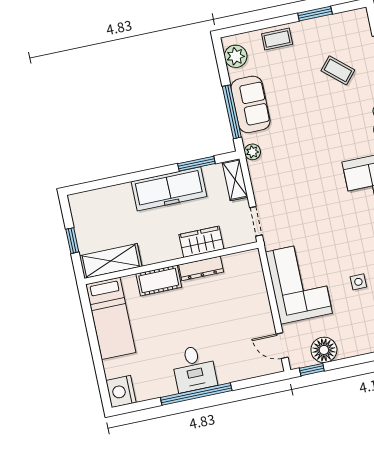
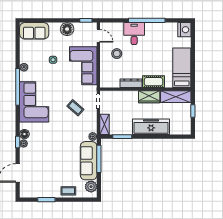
coffee table: (338, 70) -> (75, 108), moved
sofa: (250, 104) -> (89, 161), width x1.36
freezer: (169, 189) -> (151, 127), moved
wardrobe: (201, 242) -> (149, 97), moved
stool: (240, 319) -> (117, 54), added
floor lamp: (324, 350) -> (67, 29), moved
desk: (194, 368) -> (134, 34), moved

